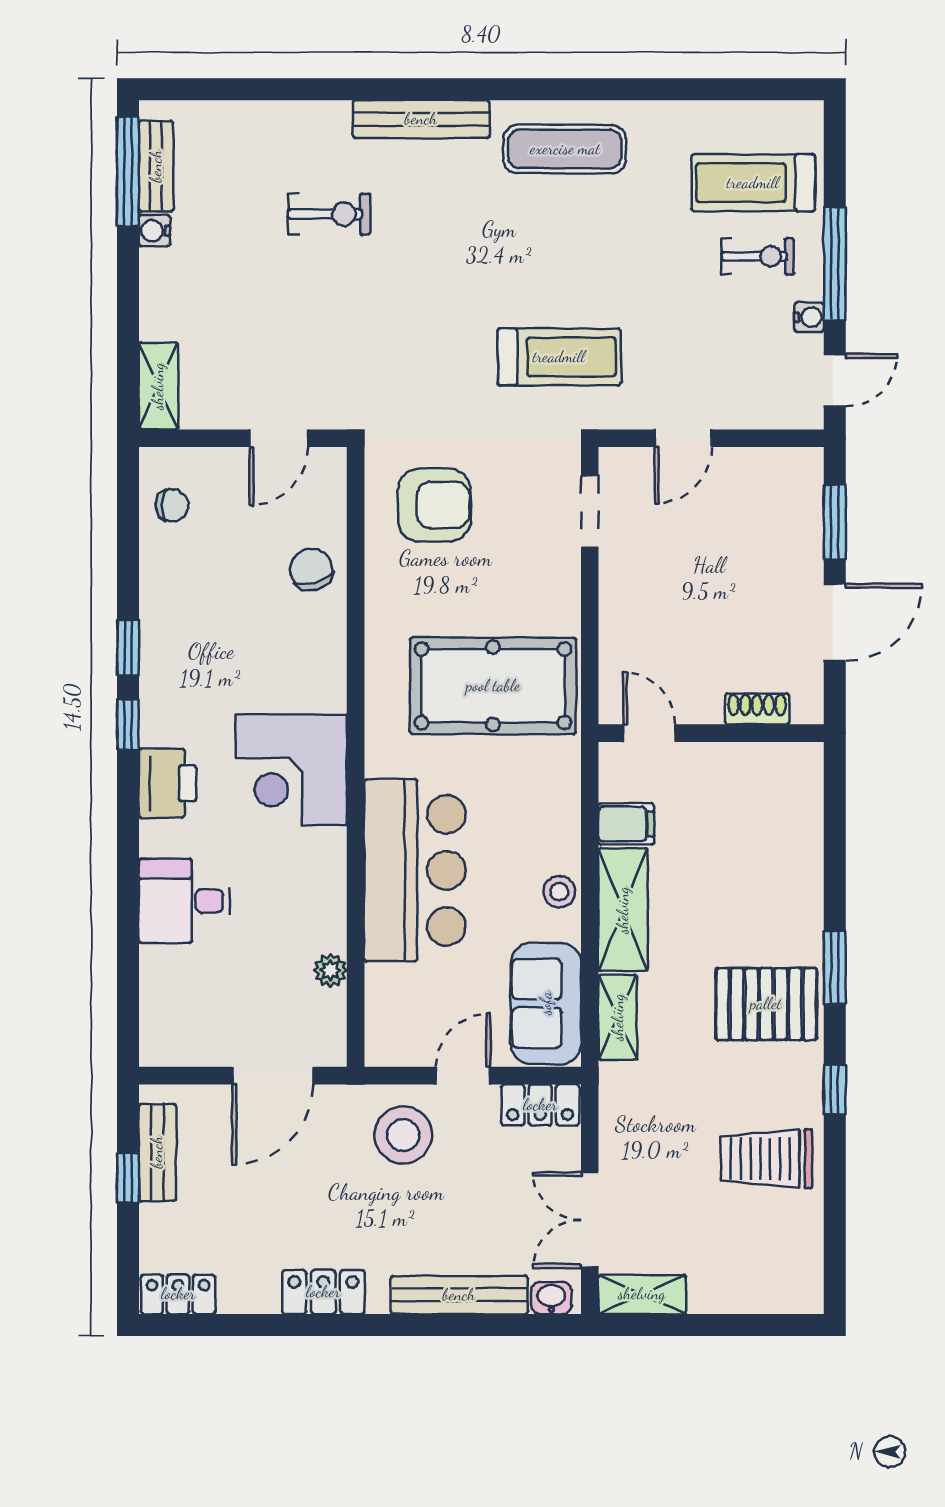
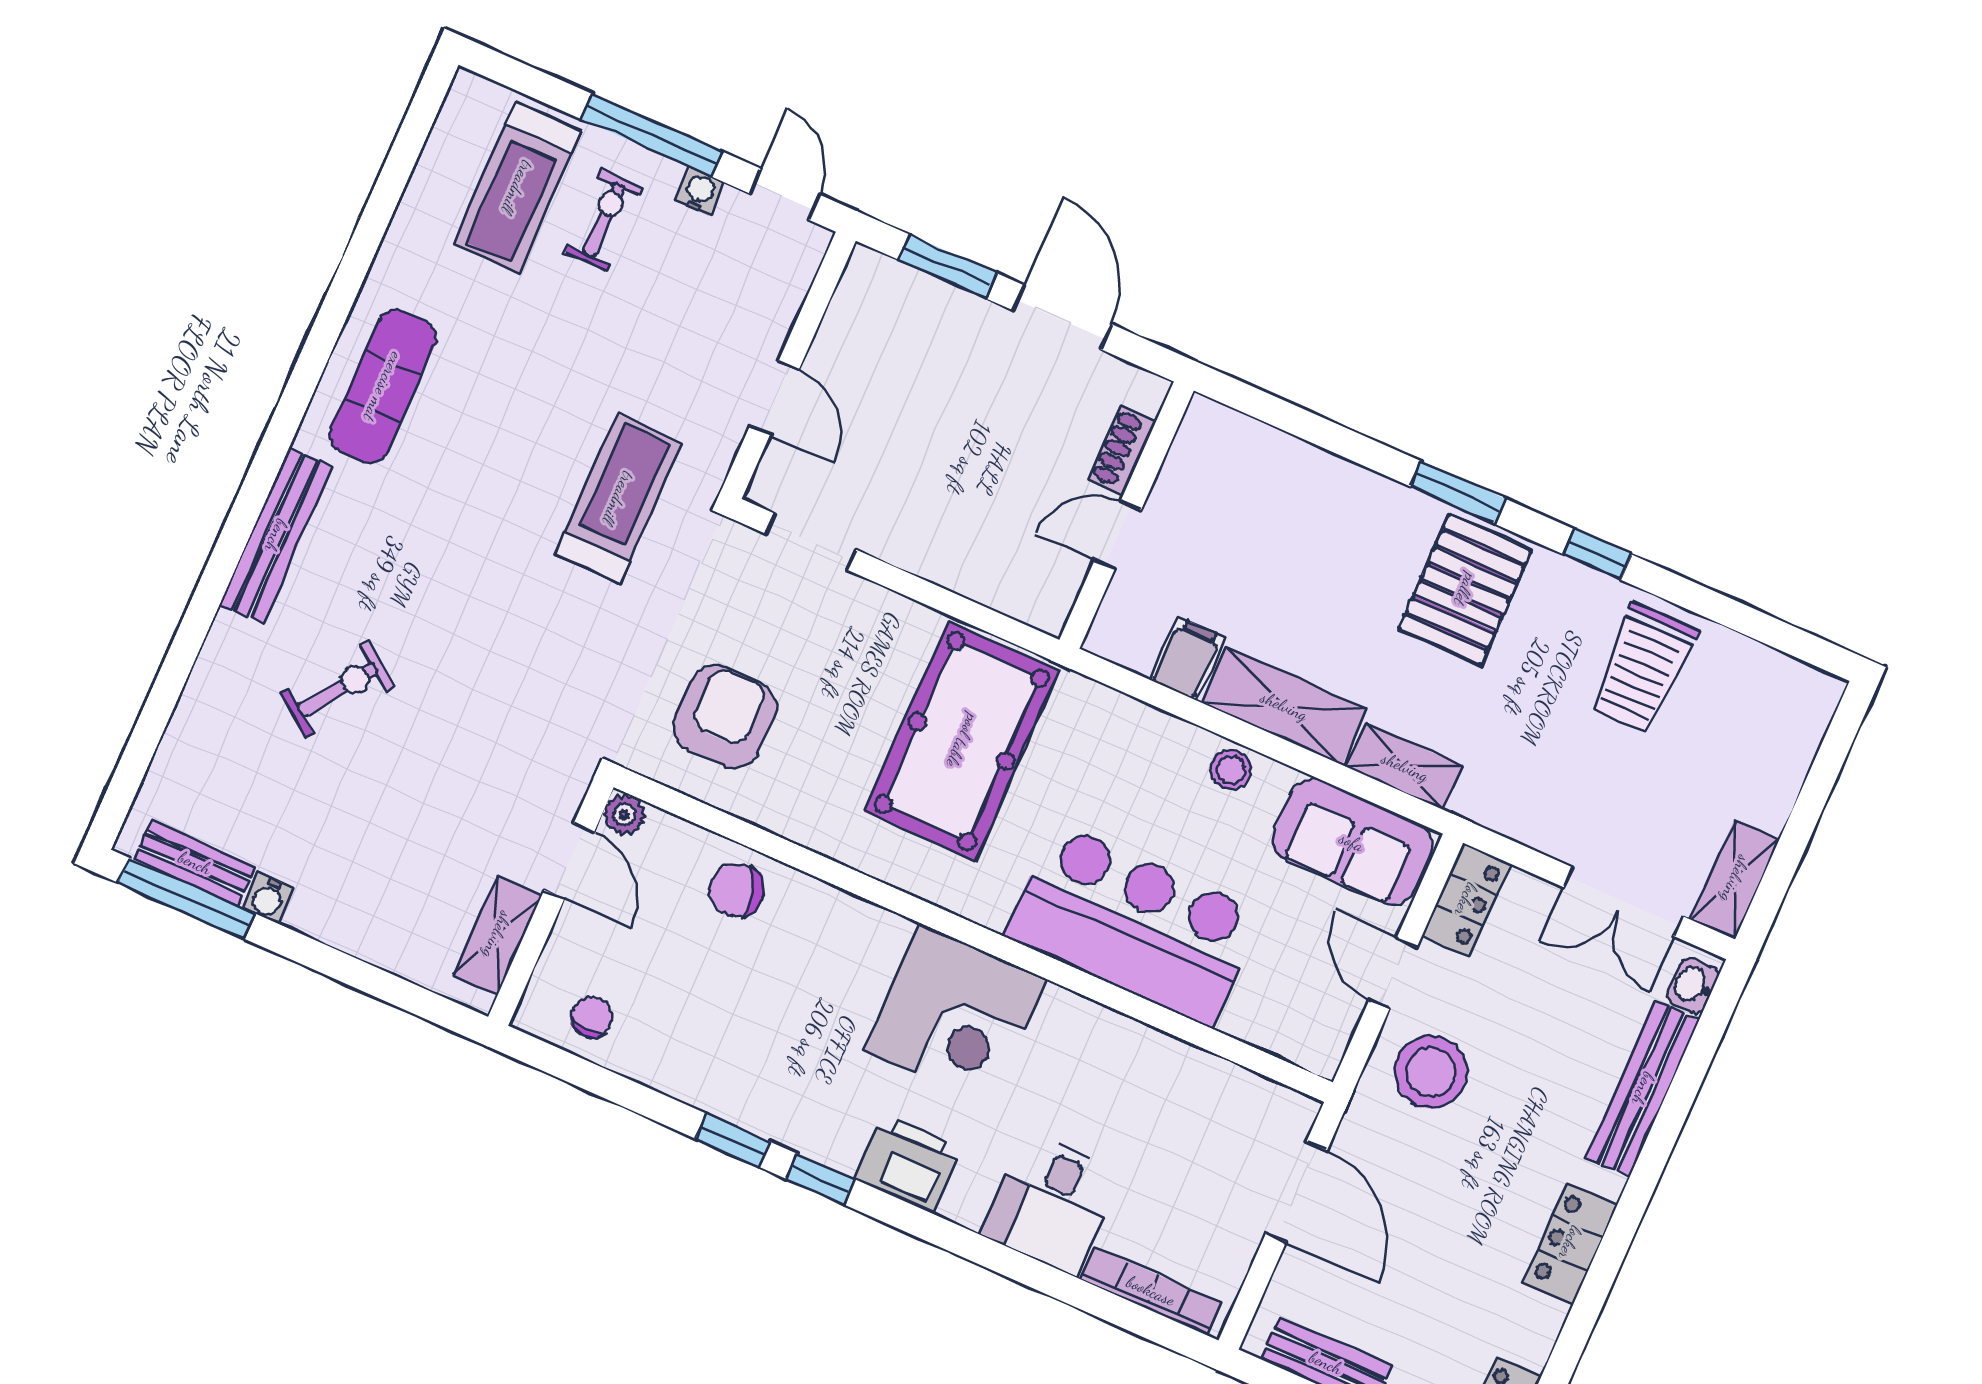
exercise bike: (329, 214) -> (338, 689), turned 36
shelving: (158, 386) -> (497, 935), moved, turned 90
door: (649, 733) -> (1118, 535), moved
plant: (330, 970) -> (624, 815), moved
bookcase: (153, 1002) -> (1151, 1291), added

